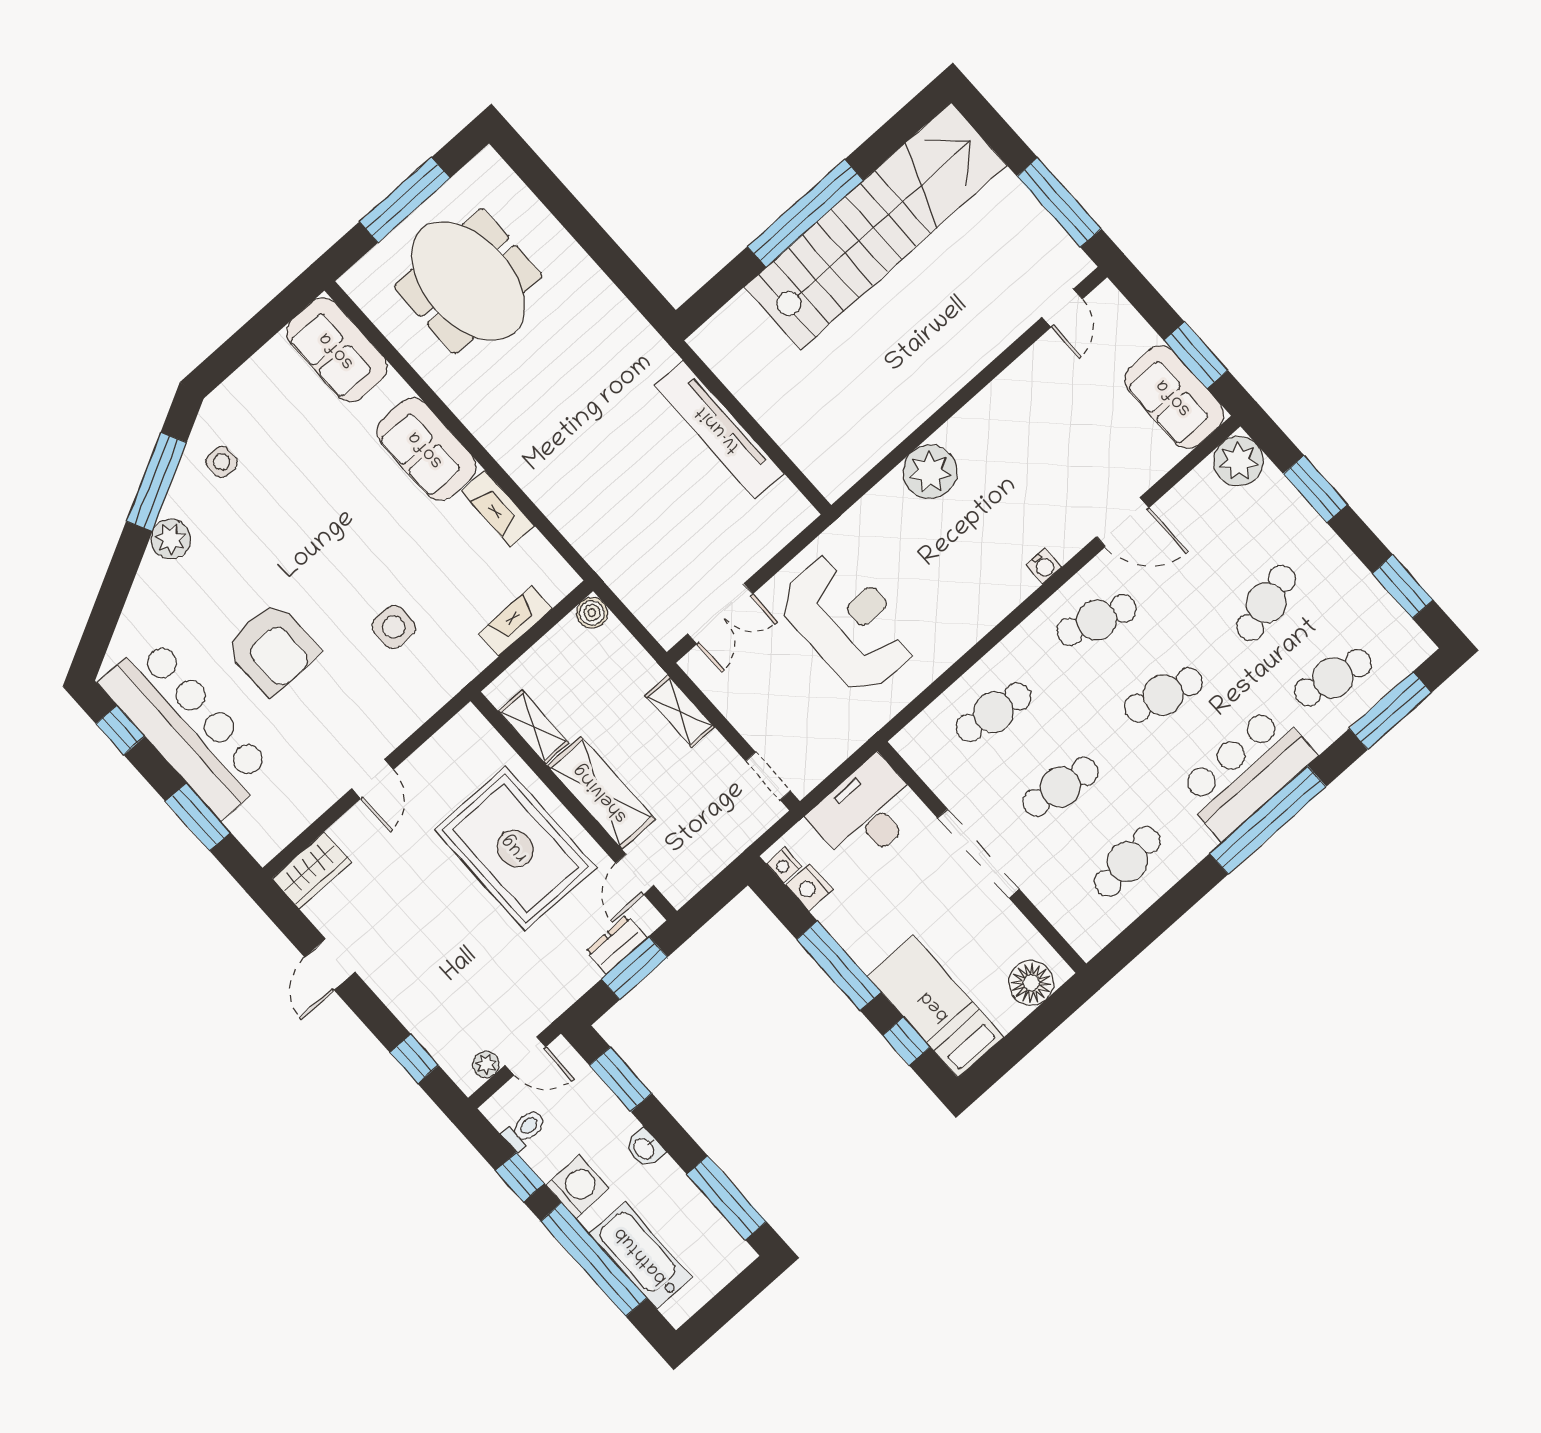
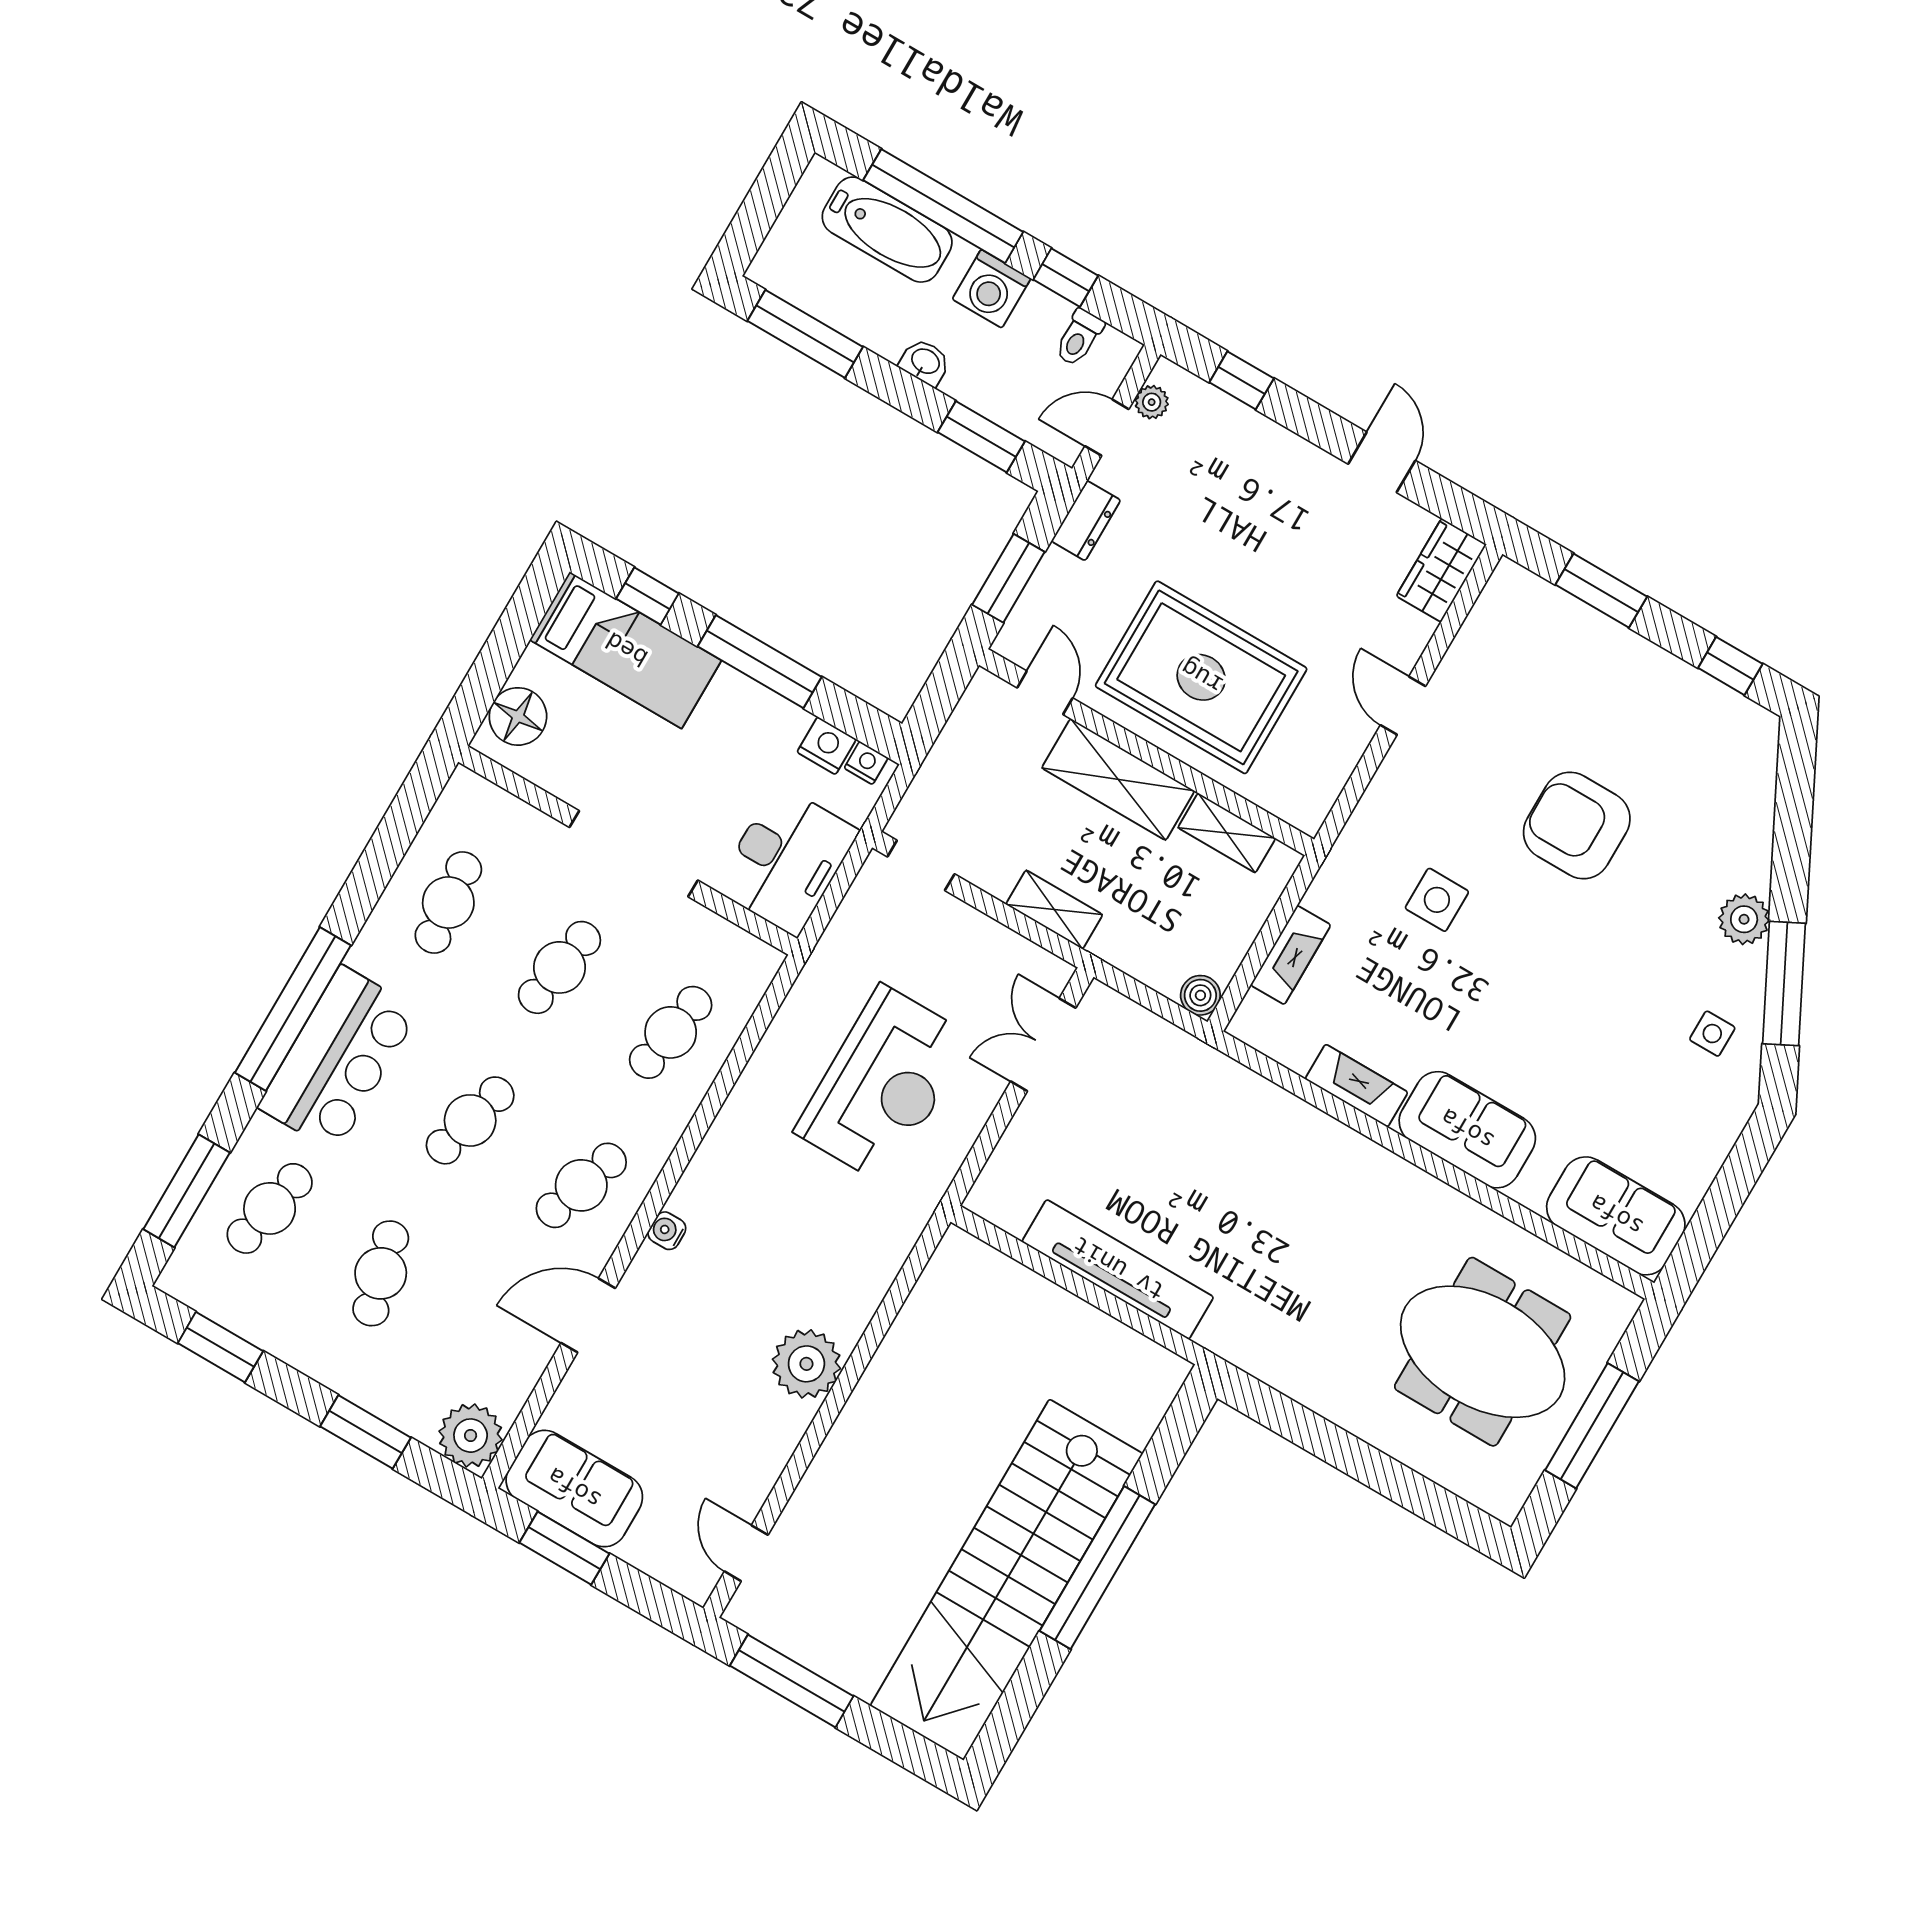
plant: (930, 472) -> (806, 1364), moved
reception desk: (848, 623) -> (883, 1084), turned -90
bar counter: (187, 727) -> (1650, 696), removed
dresser: (616, 945) -> (1086, 521), moved

